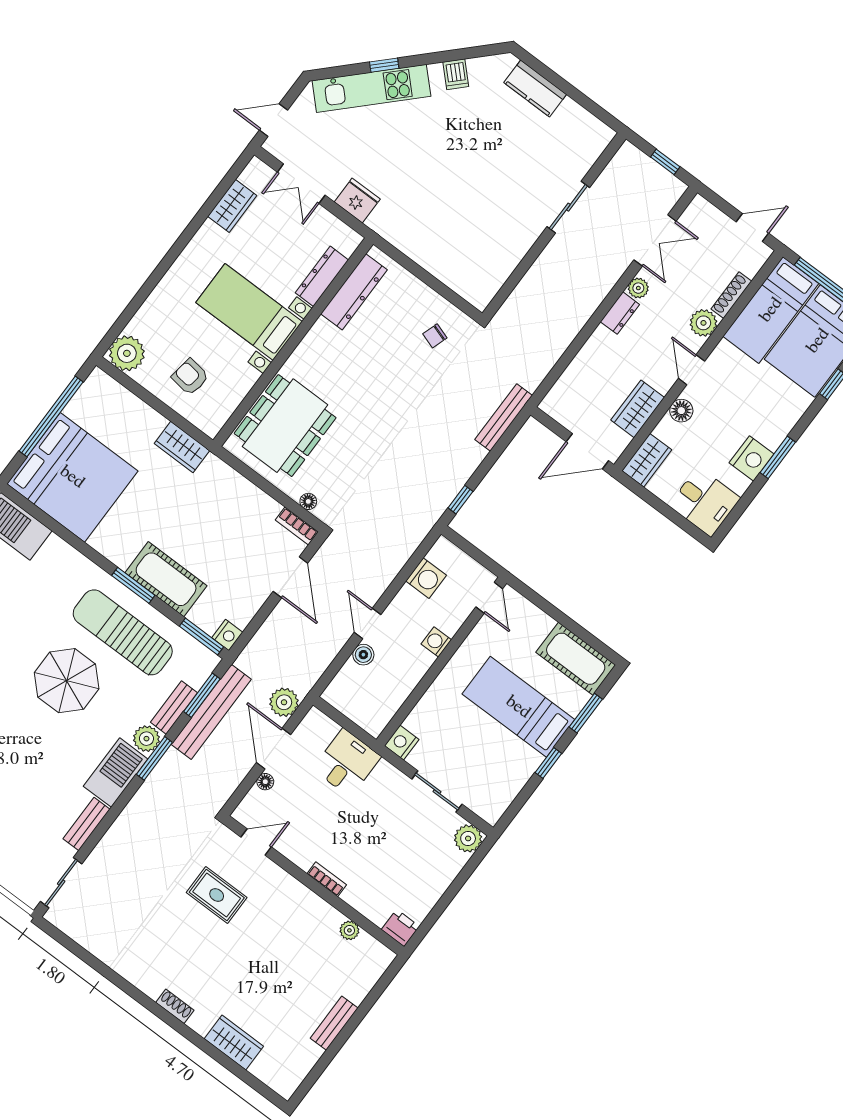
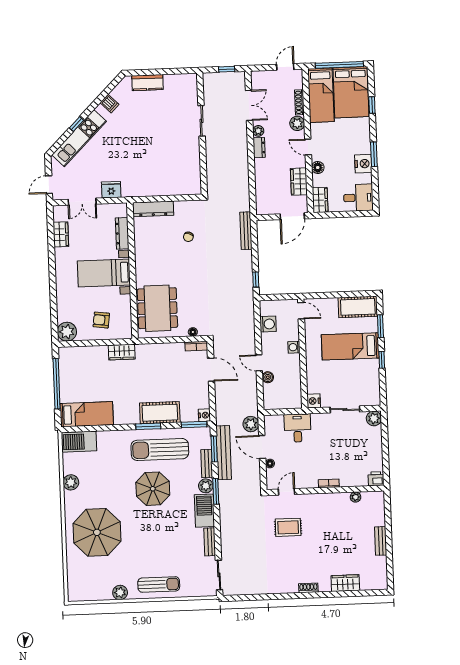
dresser: (354, 292) -> (153, 209), moved, turned 90
chair: (435, 336) -> (188, 237), moved
bed: (72, 477) -> (87, 414), width x0.49

